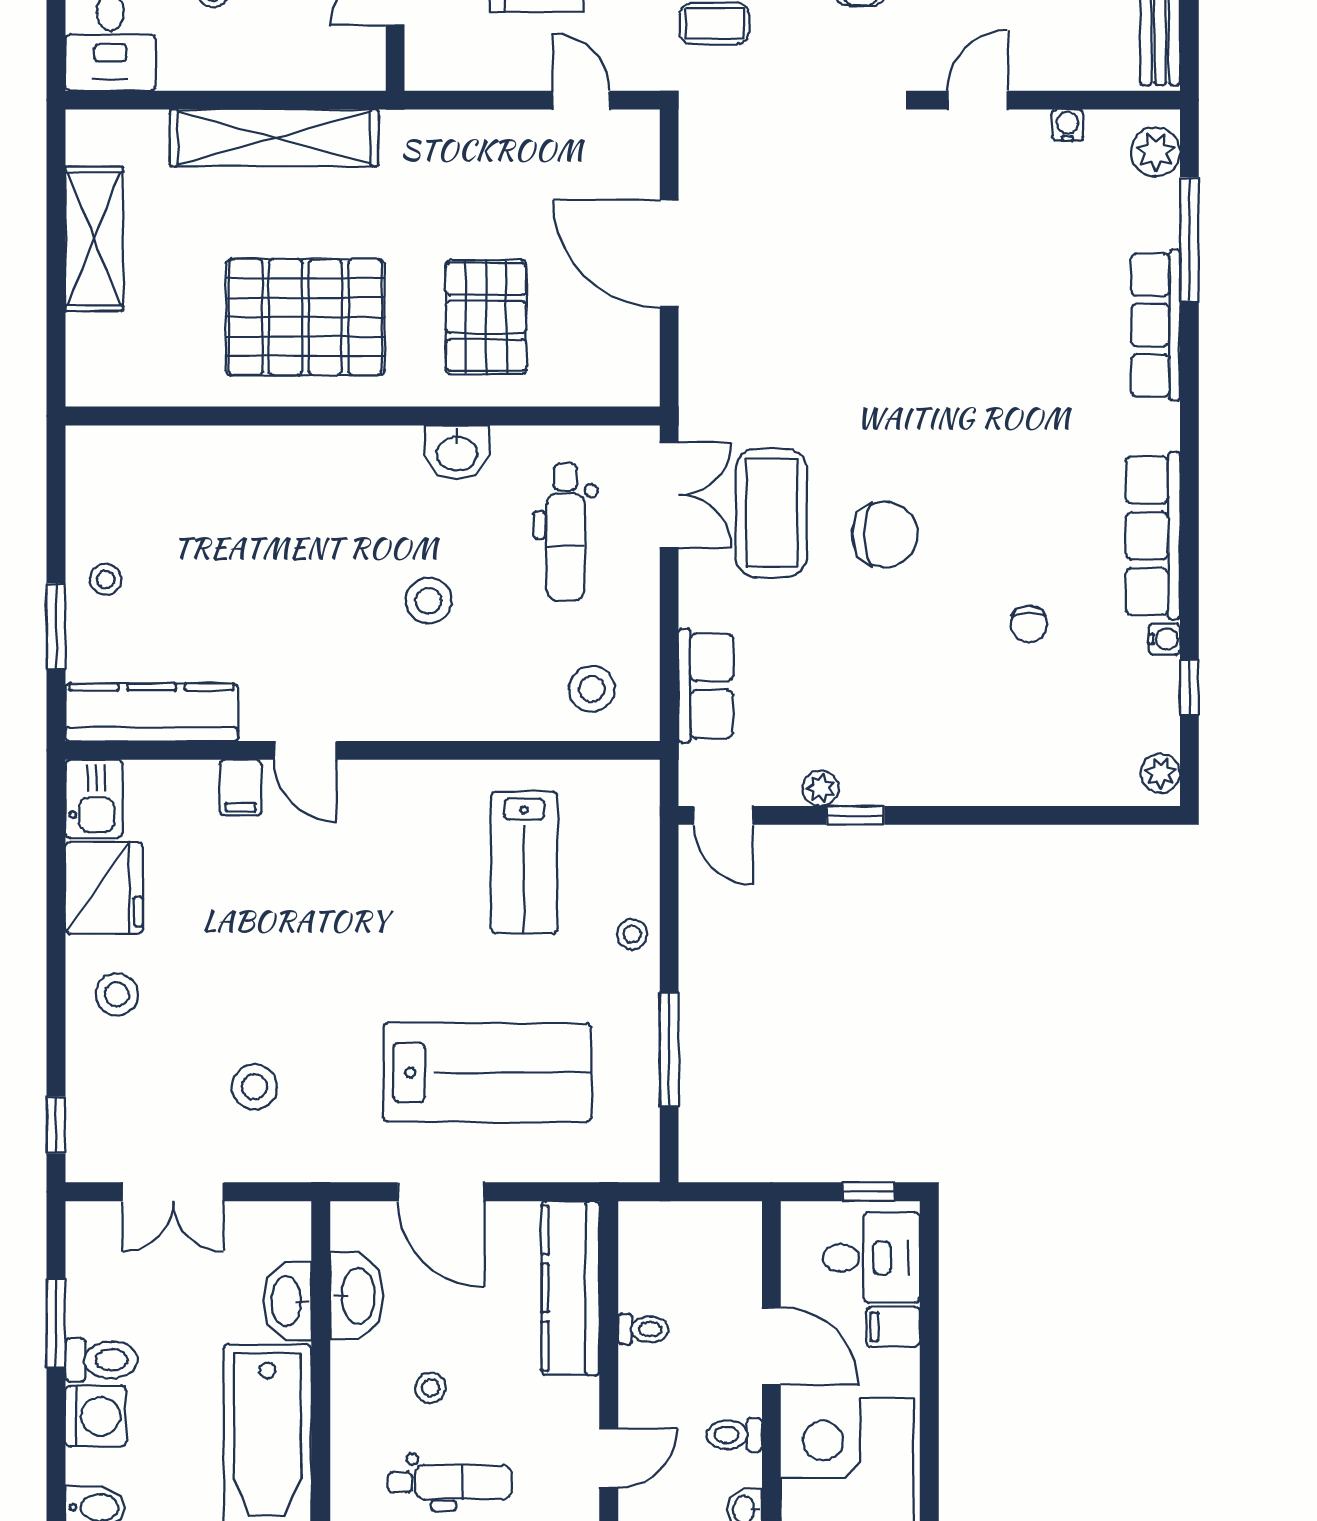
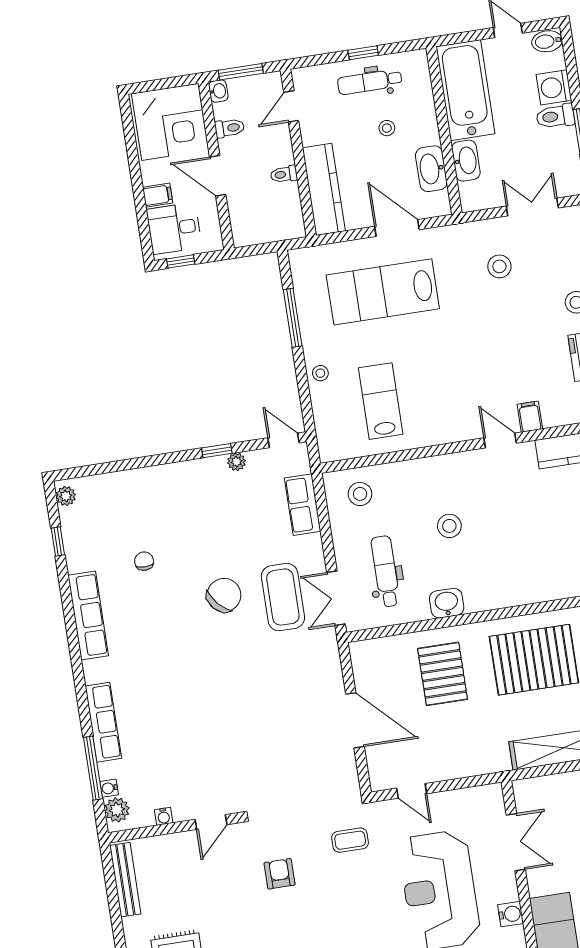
chair: (885, 534) -> (224, 595), turned 138
water cooler: (1164, 639) -> (109, 788), moved

